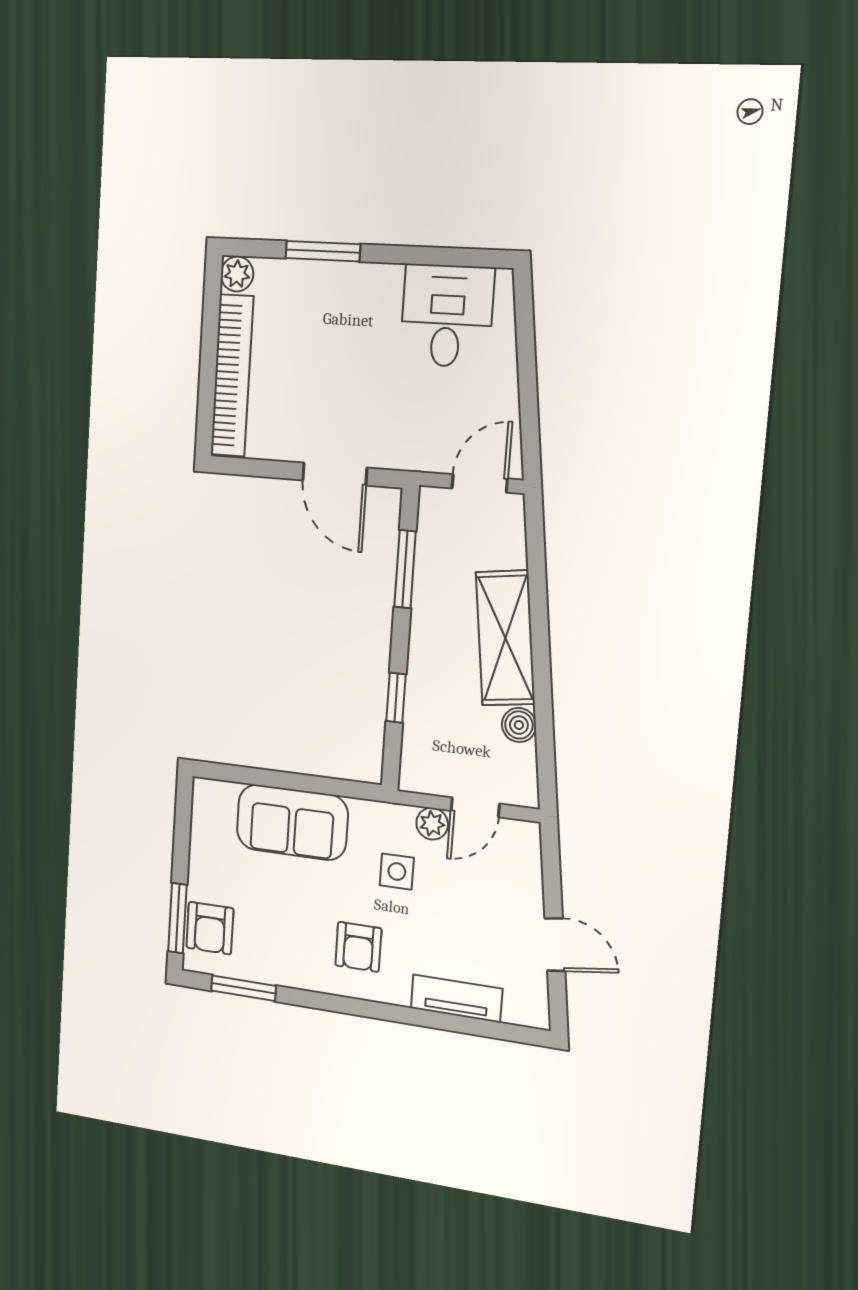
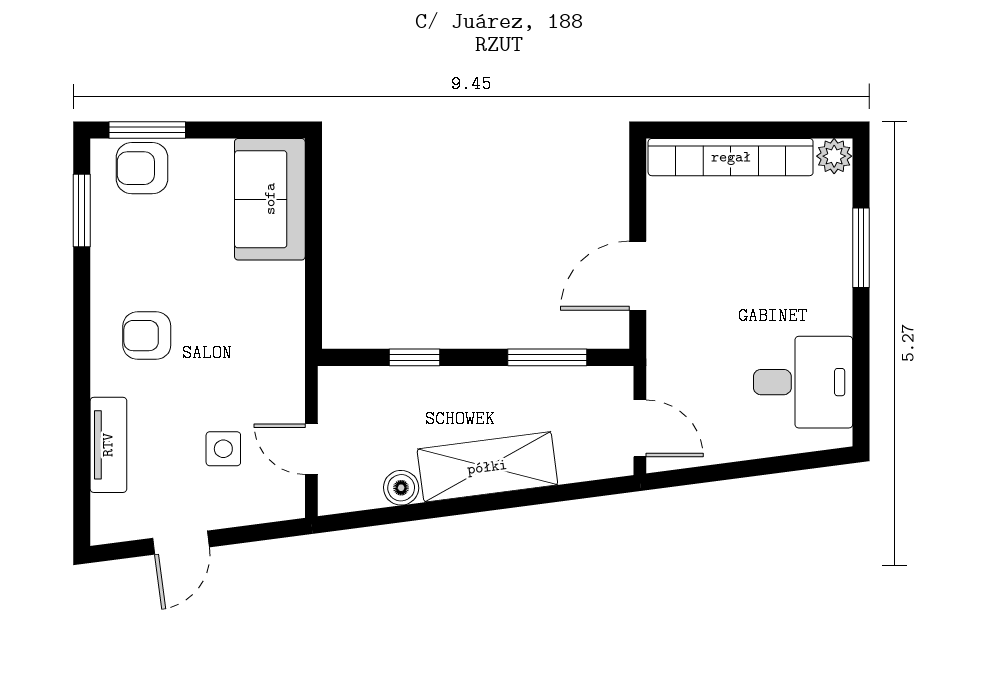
sofa: (292, 822) -> (270, 199), moved
plant: (432, 824) -> (288, 405), removed
side table: (397, 872) -> (223, 449), moved

